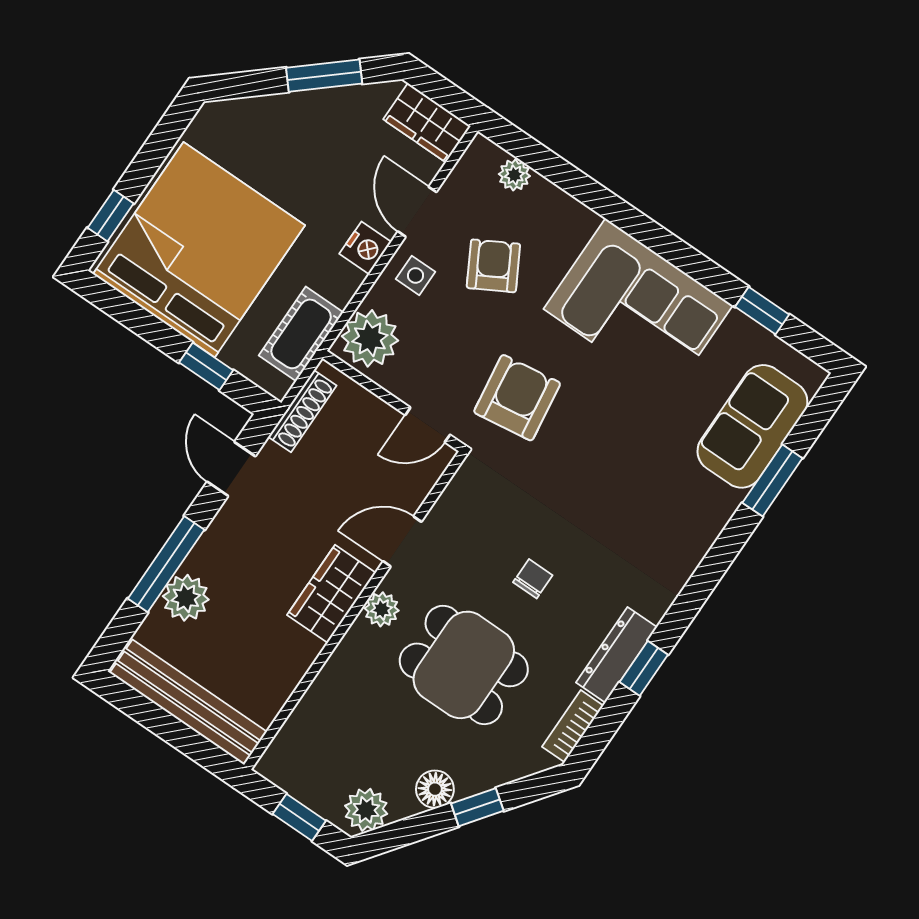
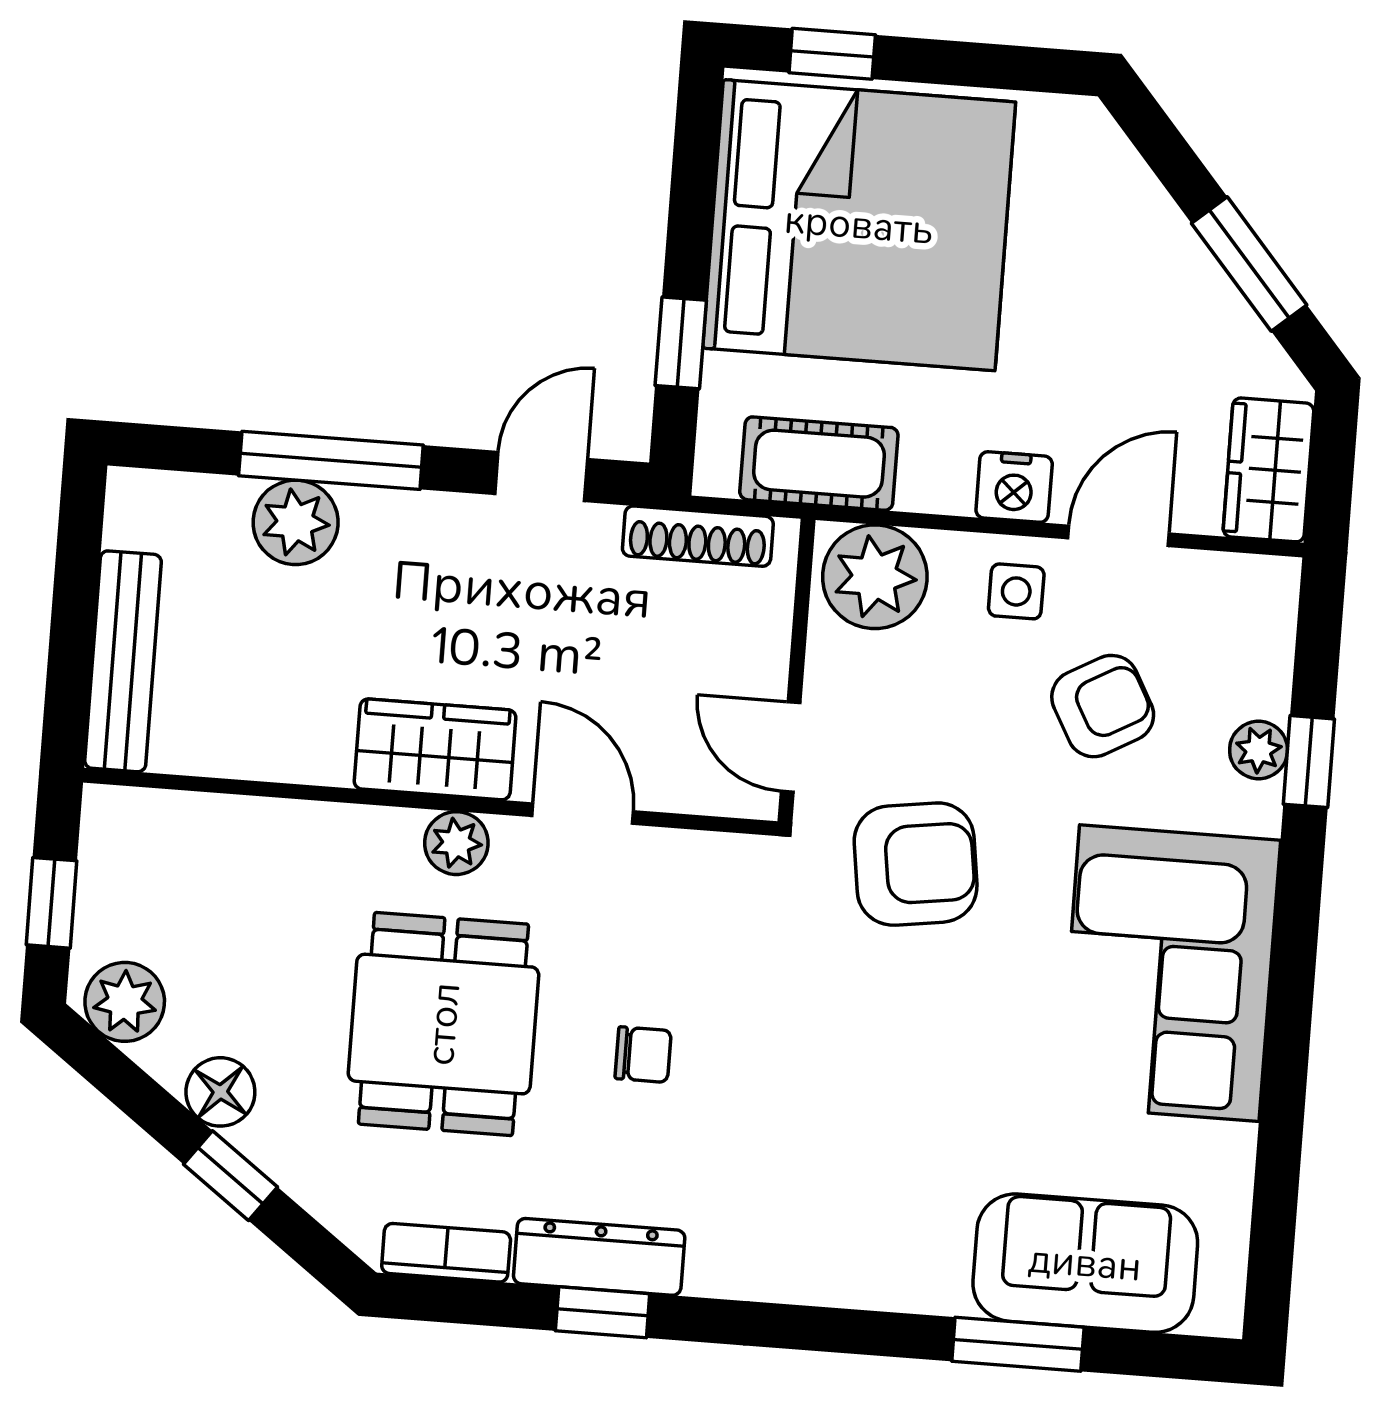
plant: (514, 175) -> (1259, 750), moved
window: (762, 311) -> (1309, 762), moved
bench: (188, 702) -> (123, 661), width x0.73, depth x0.82

